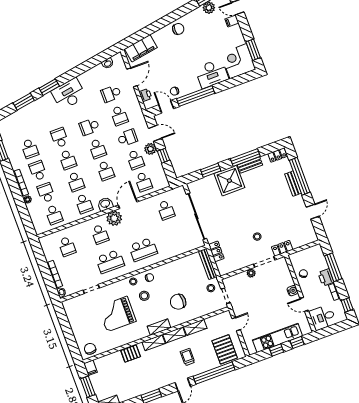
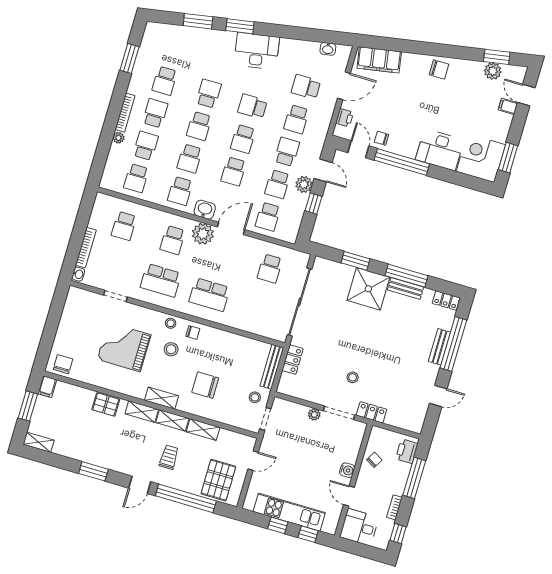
school desk: (127, 138) -> (287, 152), turned -90
printer: (326, 277) -> (407, 451), moved

